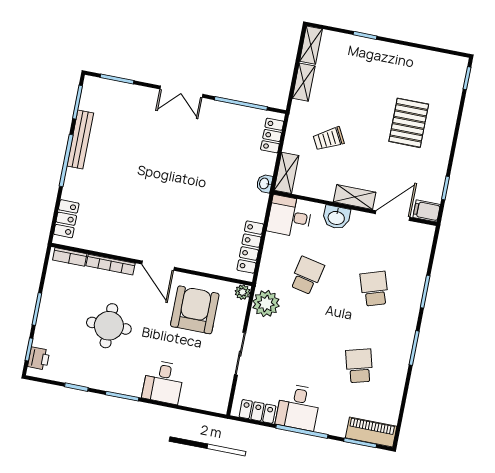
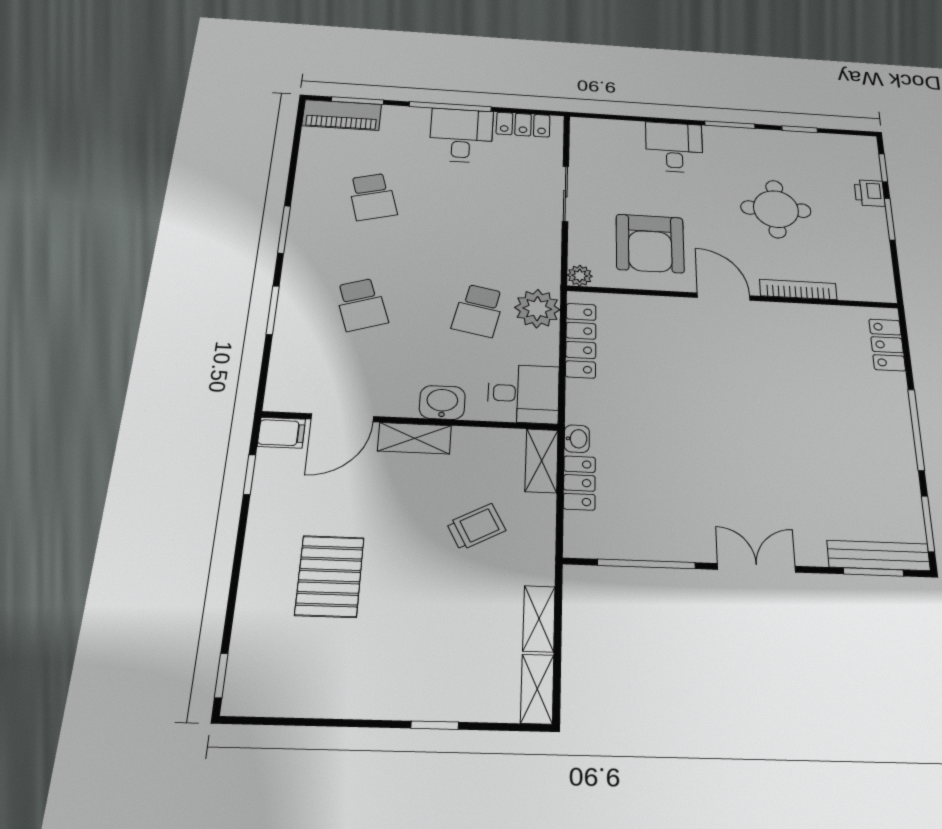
locker: (272, 135) -> (579, 483), moved
bench: (80, 140) -> (879, 555), moved, turned 90
bookcase: (70, 257) -> (864, 293), removed
plant: (266, 304) -> (537, 309), moved
printer: (39, 358) -> (870, 193), moved

